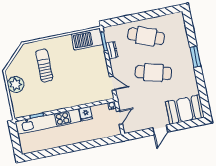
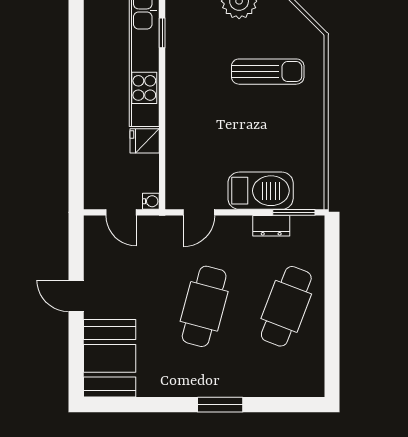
barbecue: (87, 39) -> (261, 191), moved, turned 90

